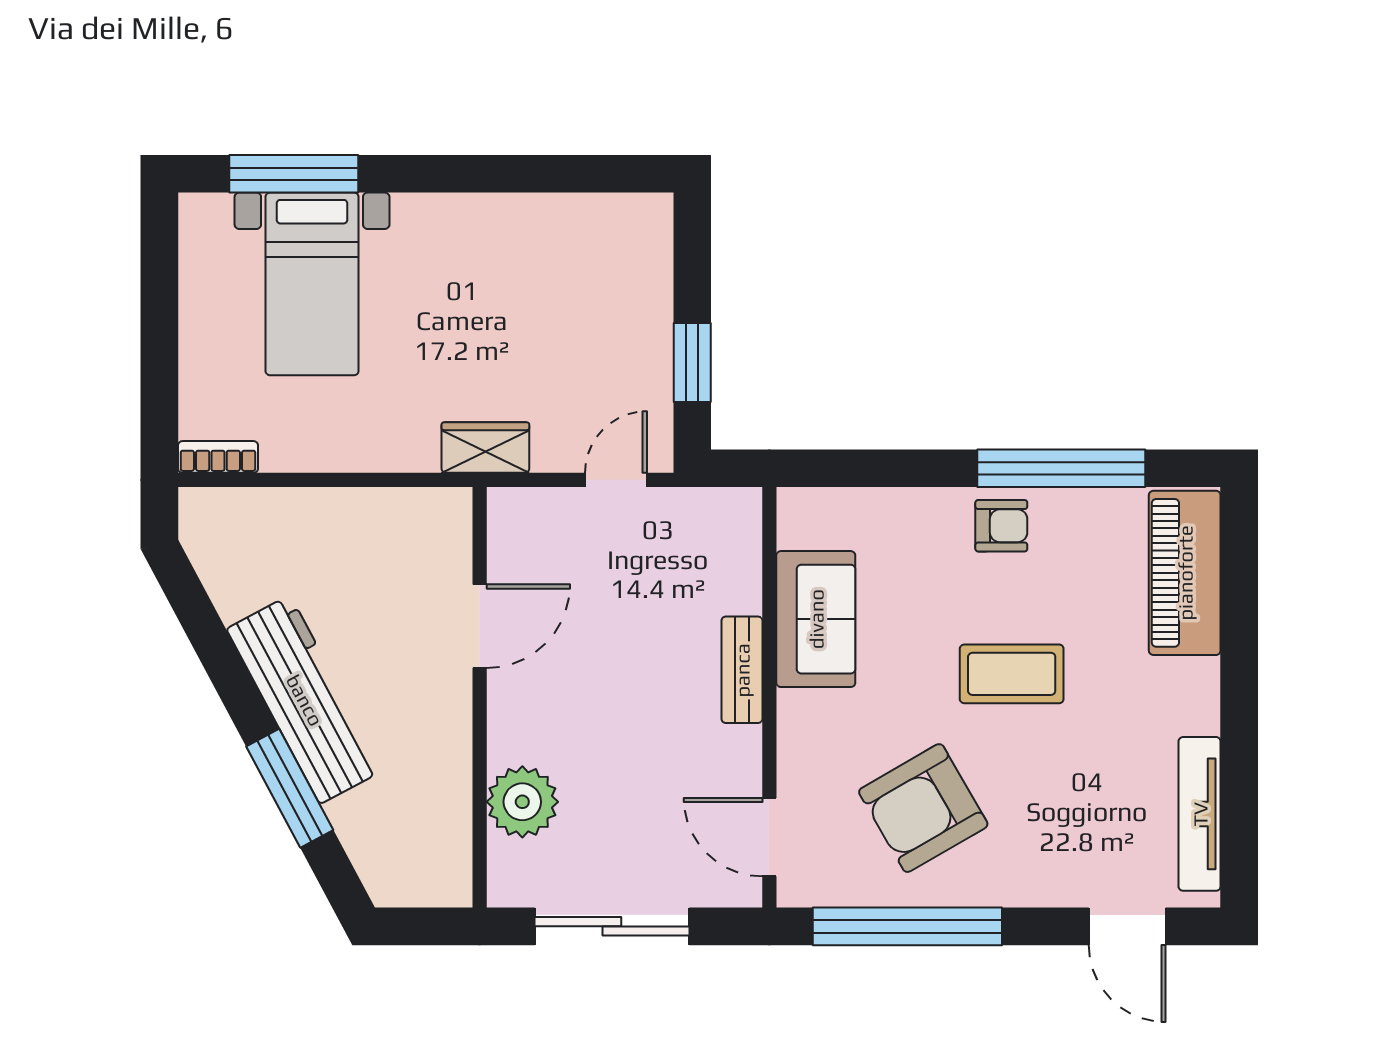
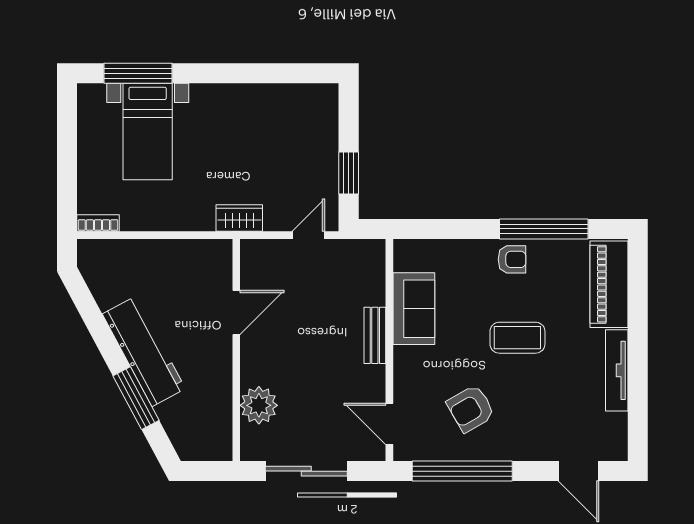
armchair: (923, 808) -> (471, 409), width x0.73, depth x0.73
tv unit: (1200, 814) -> (617, 370), moved

